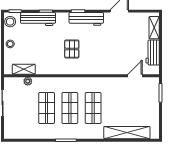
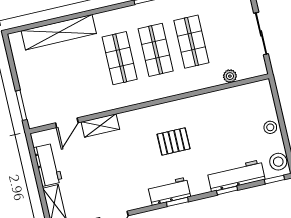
workbench: (86, 19) -> (169, 191), width x0.73
pallet: (72, 49) -> (174, 141), turned 90
shelving: (24, 69) -> (100, 125), moved

